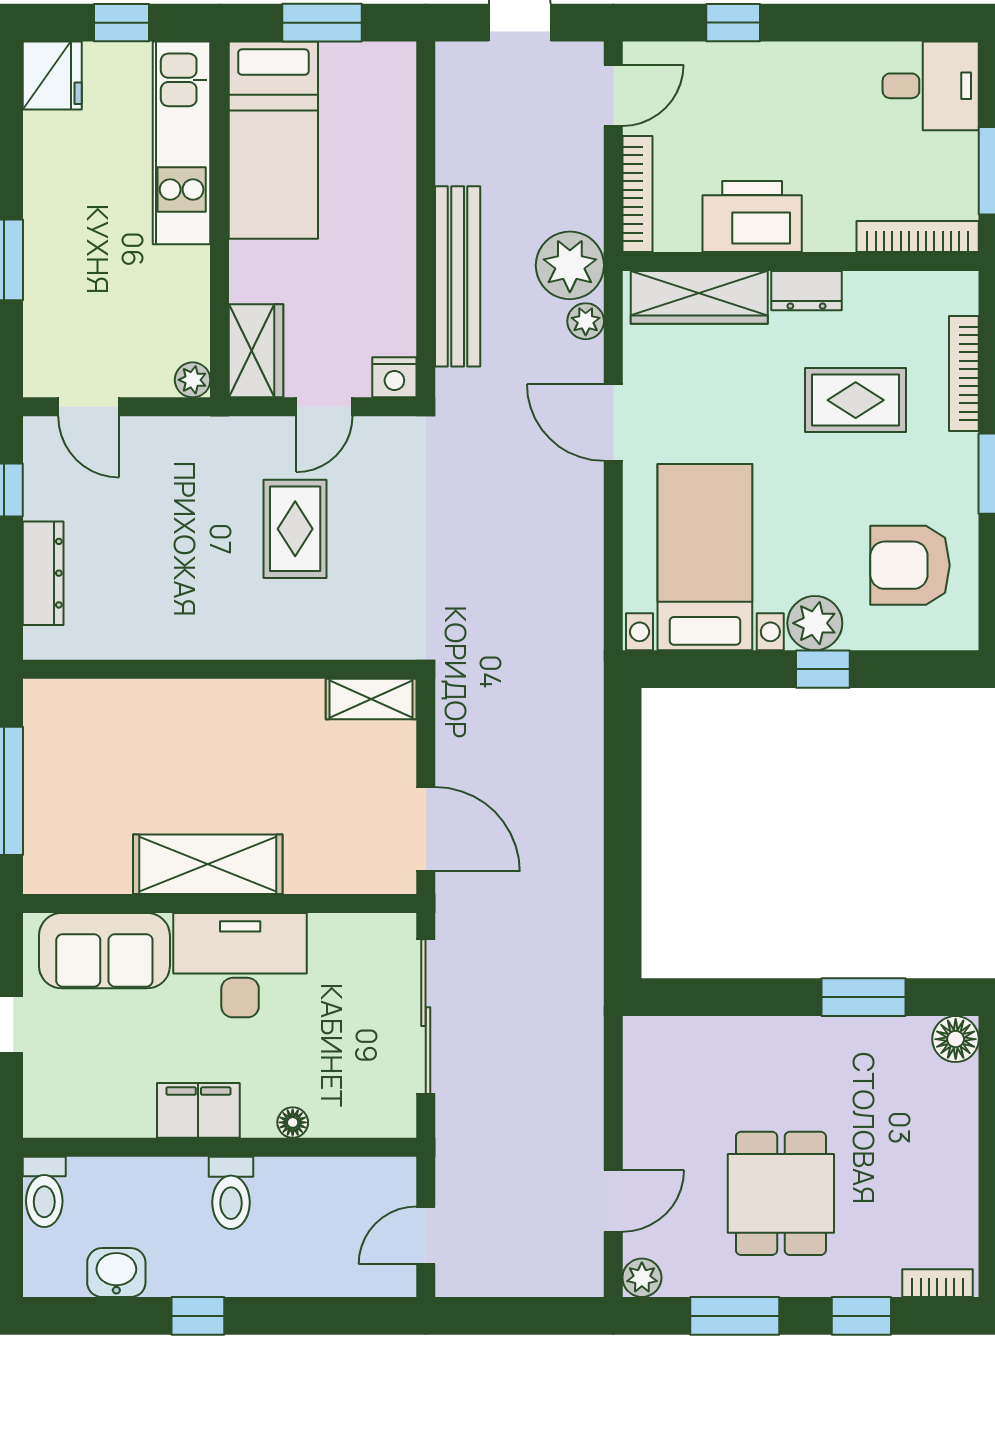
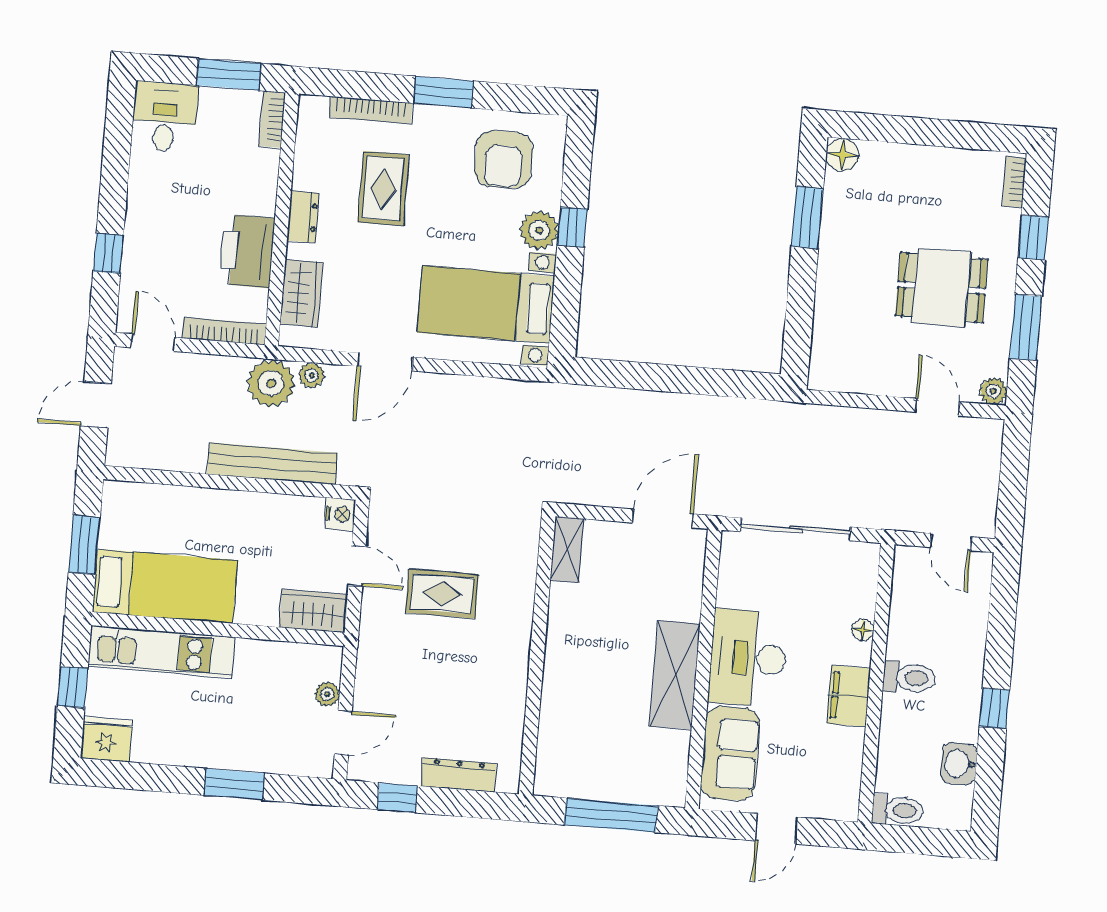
bookcase: (918, 237) -> (272, 119), width x0.64
wardrobe: (699, 297) -> (301, 293), width x0.67
plant: (193, 380) -> (327, 694), moved

